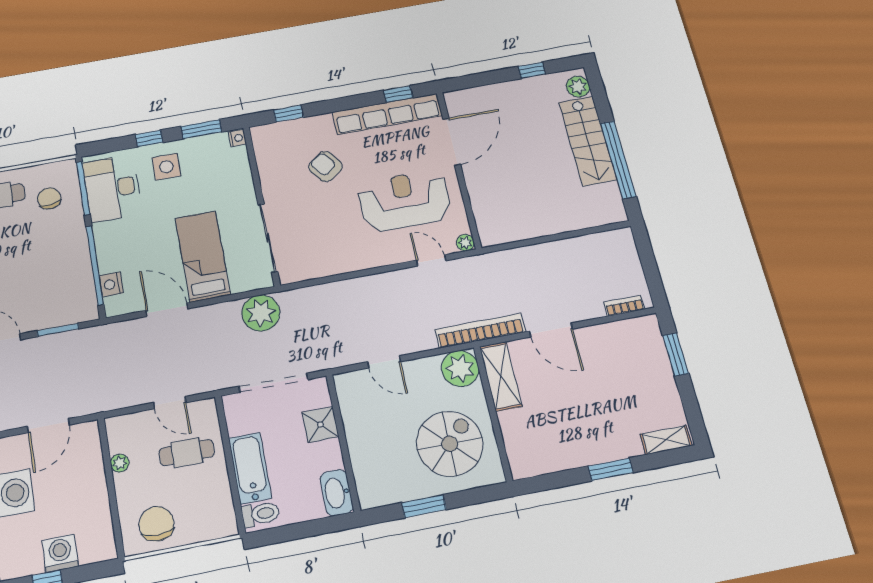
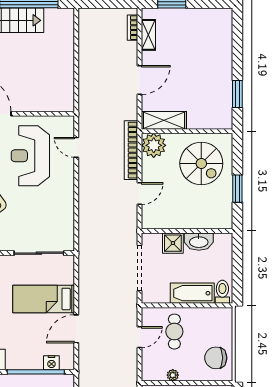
plant: (465, 243) -> (68, 122), removed
door: (431, 260) -> (76, 147), hinge flipped
plant: (261, 313) -> (91, 268), removed
bookcase: (480, 331) -> (131, 150), moved
shelving: (666, 440) -> (148, 35), moved
spiral stairs: (450, 444) -> (201, 163), turned 180
window: (611, 469) -> (237, 94), moved
washbasin: (337, 493) -> (199, 242), moved

